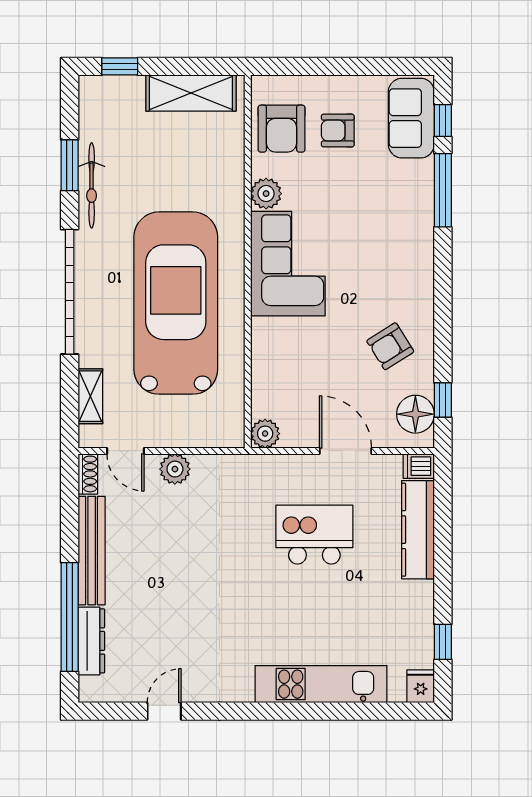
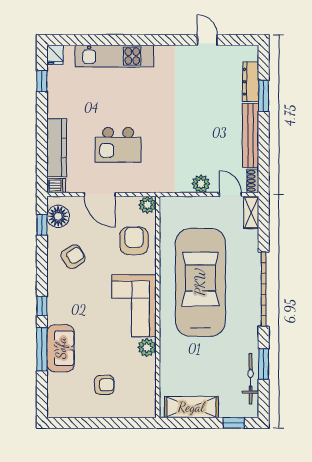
sofa: (411, 118) -> (61, 348), moved
window: (443, 120) -> (42, 306), moved
armchair: (281, 129) -> (134, 241), moved
bicycle: (92, 185) -> (250, 379), moved
car: (176, 303) -> (200, 282), turned 180
shelving: (90, 396) -> (251, 212), moved
window: (70, 617) -> (264, 96), width x0.47
door: (164, 711) -> (207, 40), swing flipped

